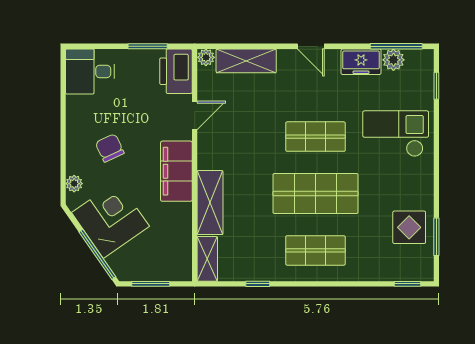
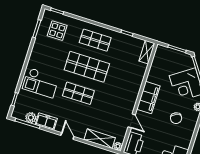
door: (195, 115) -> (132, 121), swing flipped
shelving: (210, 203) -> (137, 78), removed
display table: (409, 227) -> (57, 31), moved

